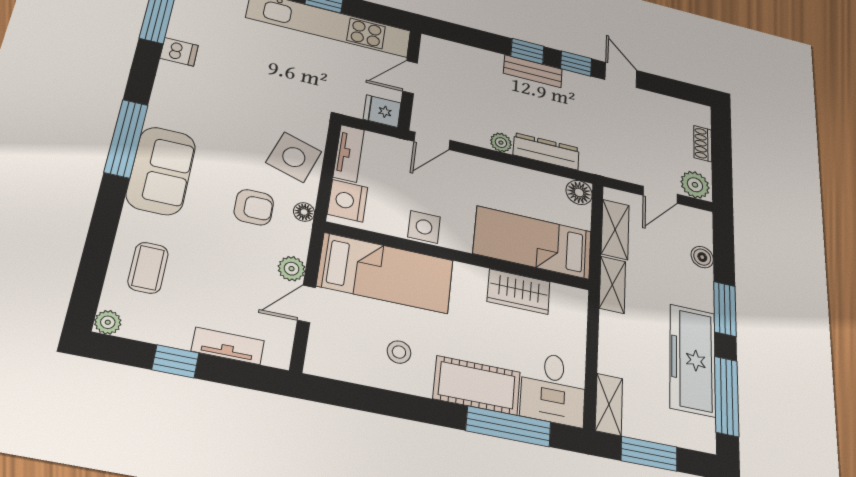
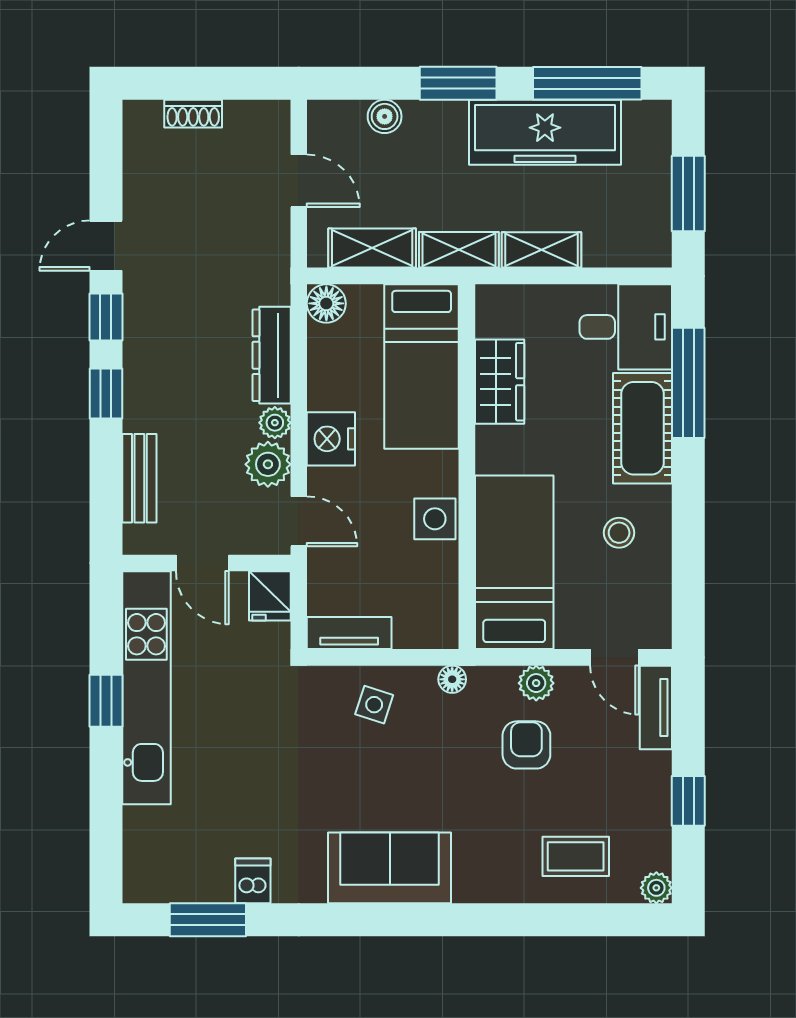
bench: (533, 71) -> (139, 478), moved
window: (126, 138) -> (403, 920), removed
side table: (294, 157) -> (374, 705), width x0.54, depth x0.54
sofa: (161, 171) -> (390, 868), moved
plant: (695, 185) -> (268, 464), moved
nightstand: (348, 201) -> (331, 439), moved, turned 90
armchair: (254, 207) -> (526, 745), moved
door: (306, 304) -> (614, 657), moved
tv unit: (228, 346) -> (656, 708), moved
shelving: (609, 404) -> (542, 250), moved

